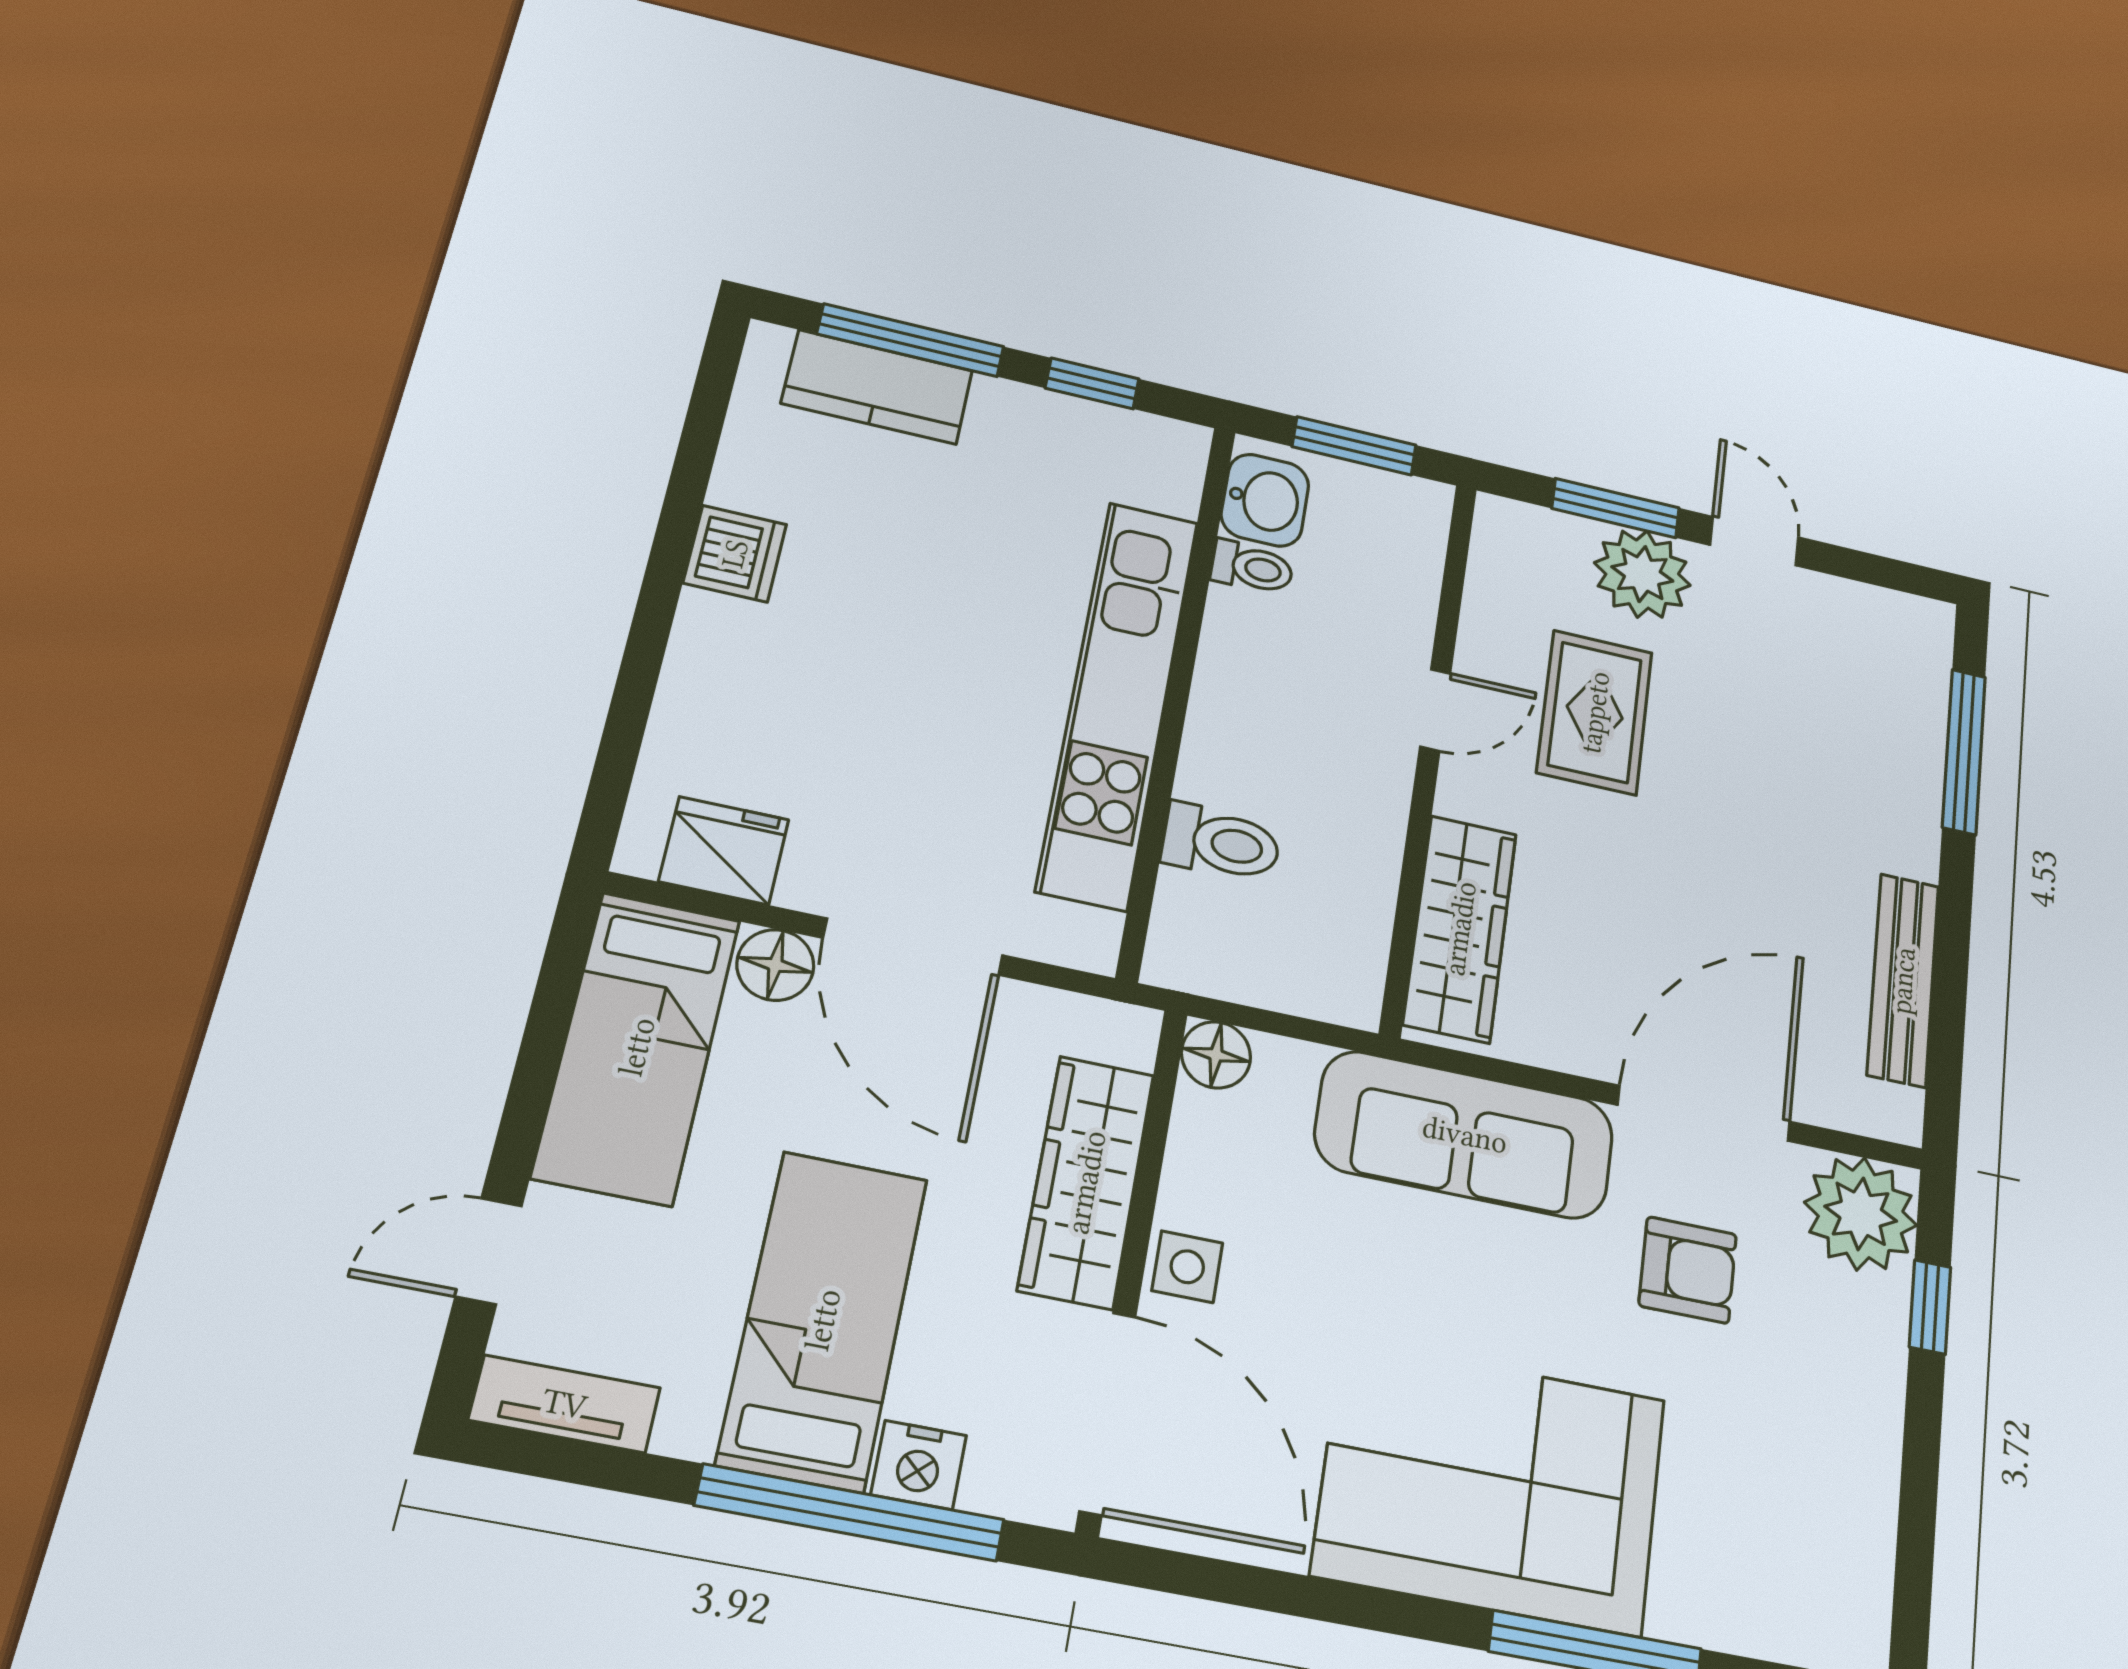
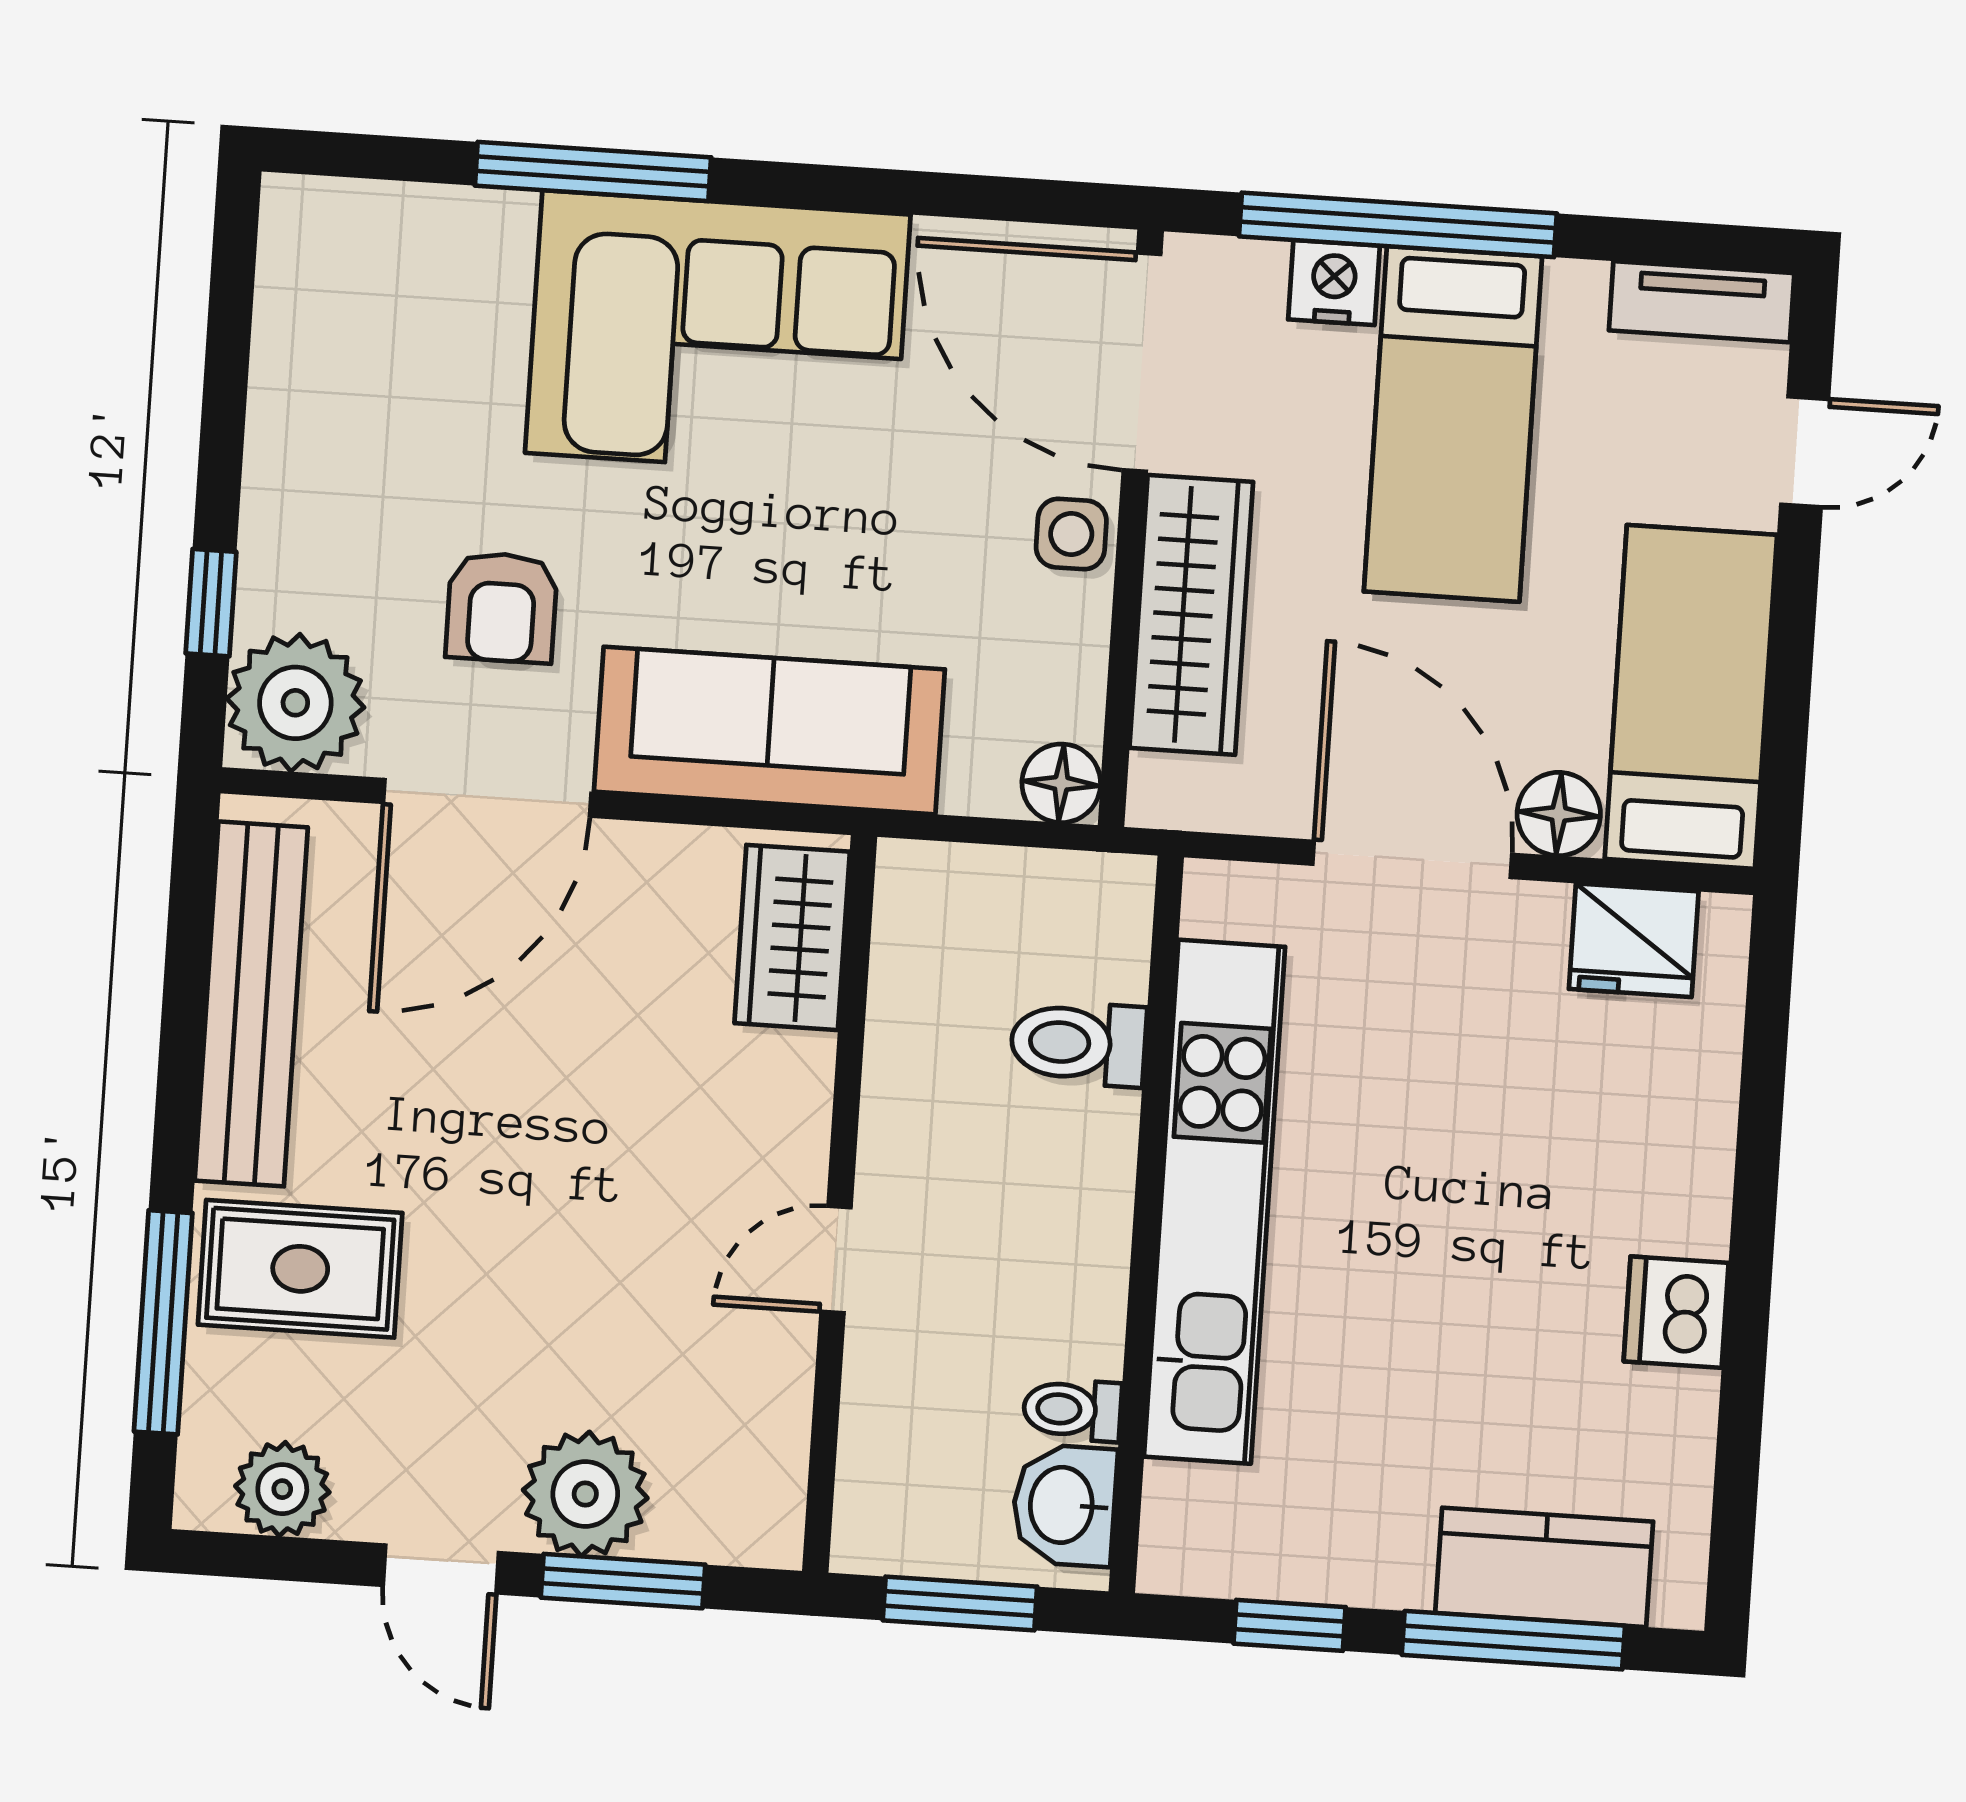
plant: (1873, 618) -> (282, 1489), added
rug: (1595, 712) -> (300, 1269), moved, turned 90
wardrobe: (1460, 928) -> (792, 937), width x0.67
bench: (1903, 980) -> (251, 1004), width x1.37, depth x1.21
armchair: (1688, 1270) -> (502, 607), turned -90

